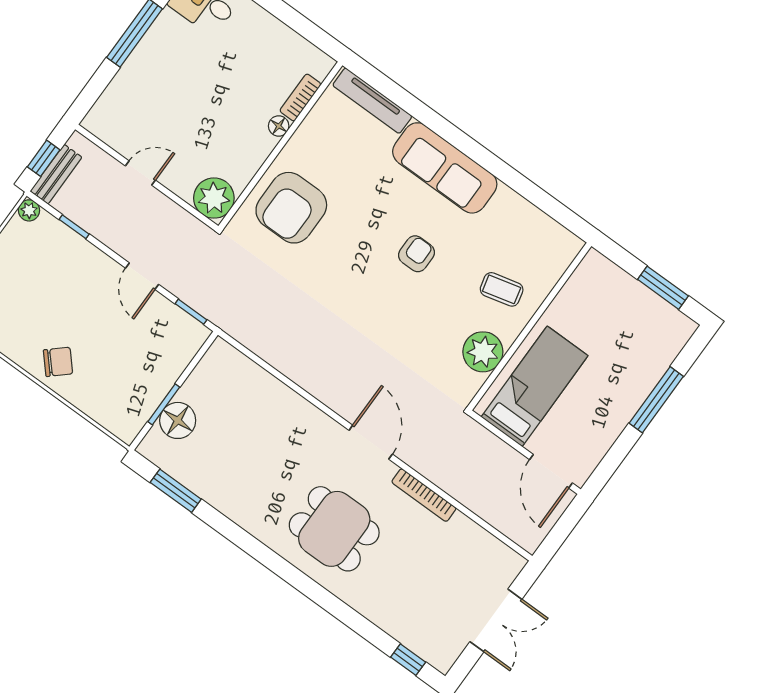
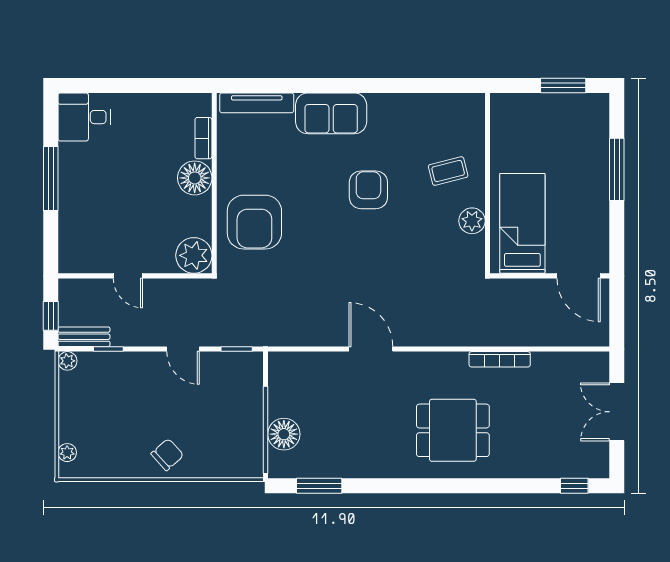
floor lamp: (279, 126) -> (195, 178), width x1.89, depth x1.89
sofa: (445, 168) -> (331, 113), width x0.73
door: (140, 173) -> (128, 276), swing flipped
bench: (56, 174) -> (84, 337), moved, turned 90
armchair: (416, 254) -> (368, 190), width x1.38, depth x1.38
plant: (483, 352) -> (472, 221), width x0.73, depth x0.73
window: (164, 404) -> (265, 430), width x2.11
door: (371, 442) -> (371, 349), moved
double door: (496, 620) -> (617, 412), swing flipped

